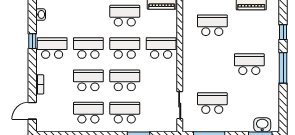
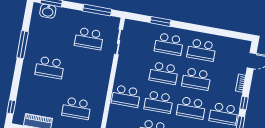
window: (283, 32) -> (11, 107), moved
window: (32, 64) -> (244, 103), added
window: (283, 68) -> (23, 45), moved

